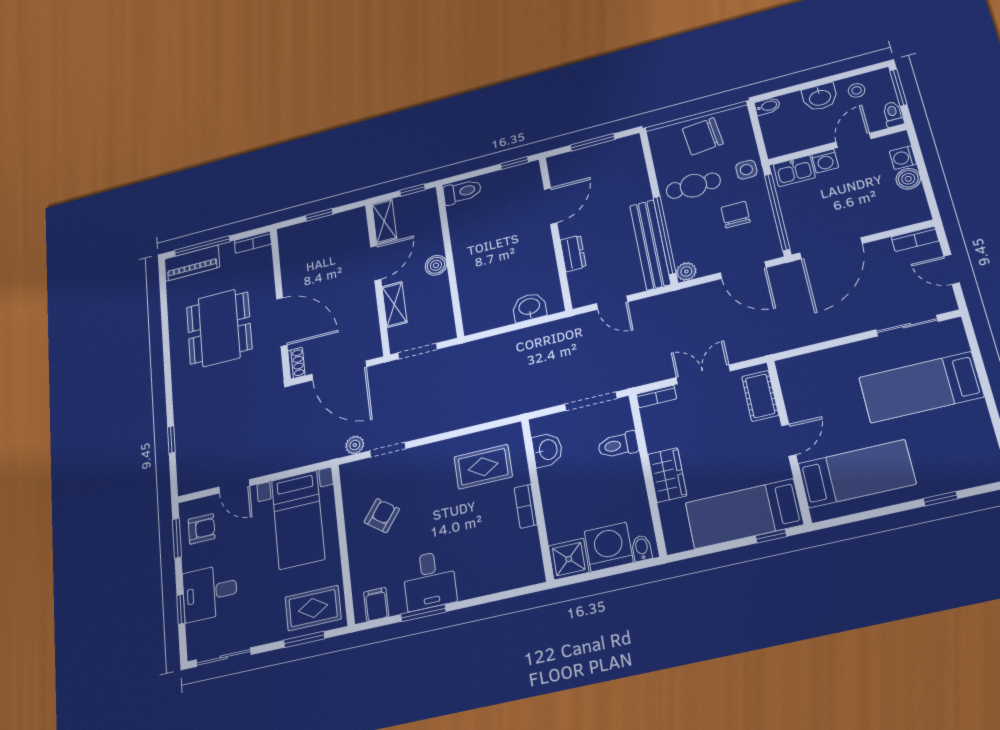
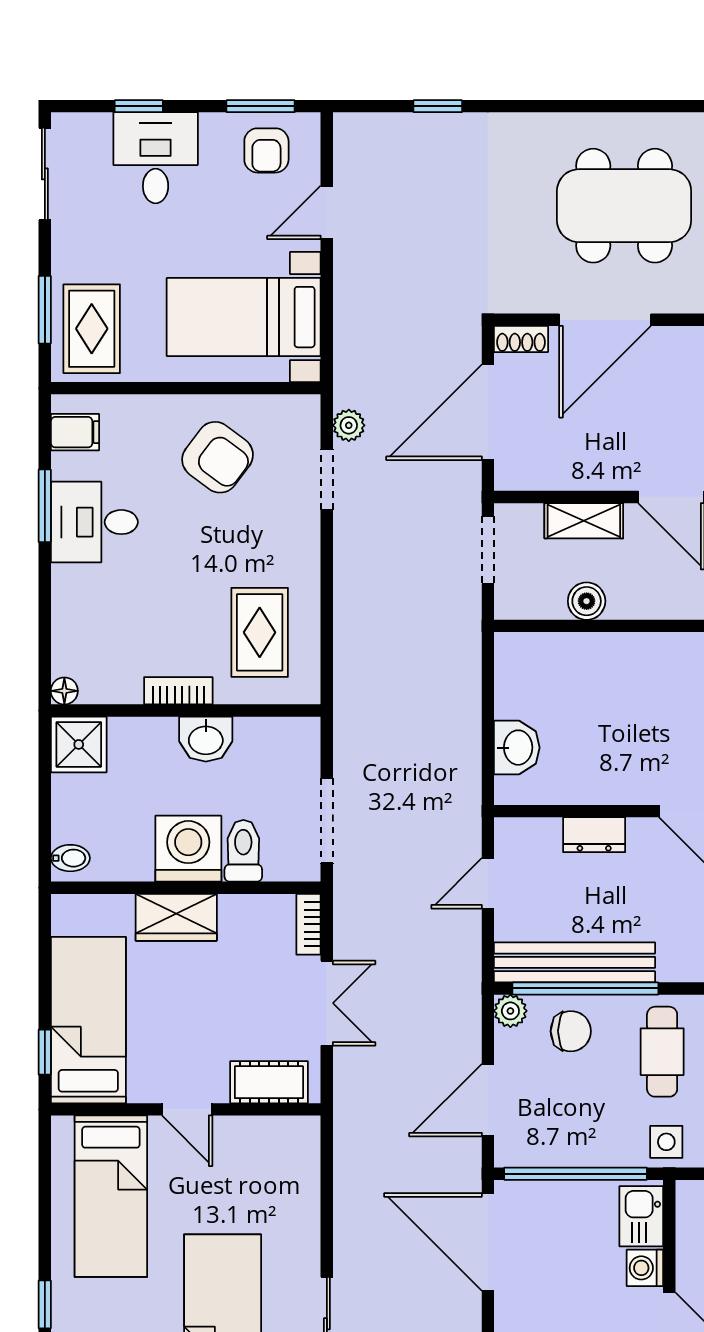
chair: (736, 215) -> (571, 1031), moved
boiler: (436, 265) -> (587, 601), moved
washbasin: (547, 450) -> (206, 739), moved
armchair: (382, 516) -> (218, 457), width x1.38, depth x1.38
washing machine: (609, 547) -> (188, 849), moved, turned -90
floor lamp: (537, 575) -> (64, 691), added

